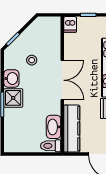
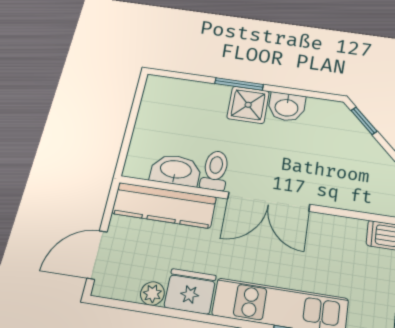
stool: (32, 60) -> (318, 149), removed
toilet: (51, 146) -> (215, 170), moved

